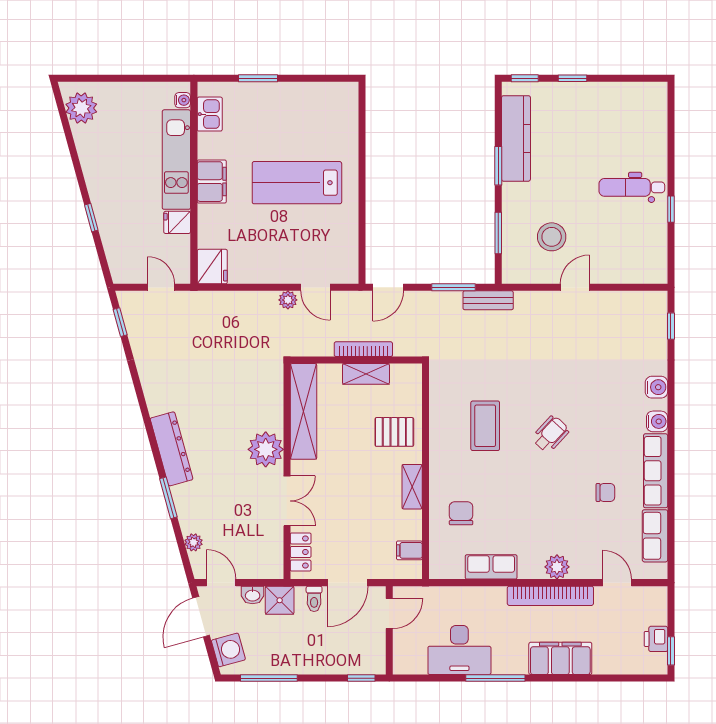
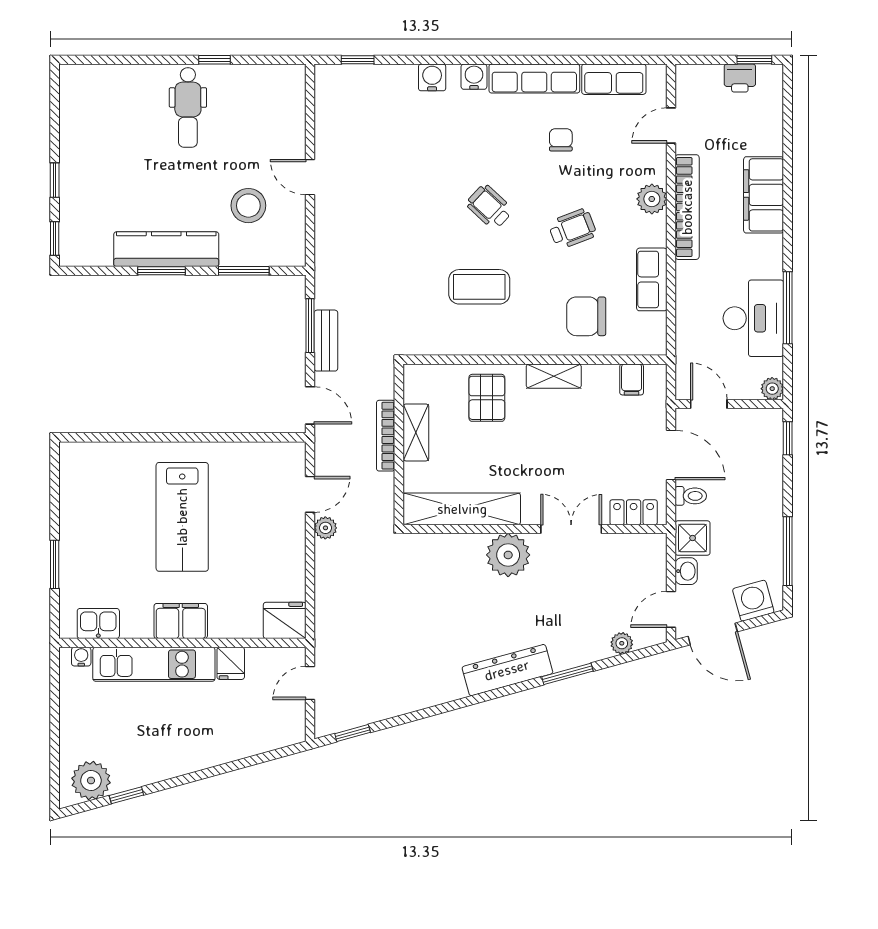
kitchen counter: (516, 138) -> (166, 249), moved
window: (91, 218) -> (126, 795), moved
bench: (488, 300) -> (326, 341), moved
wheelchair: (533, 502) -> (572, 229), added
chair: (461, 513) -> (586, 316), width x1.37, depth x1.37
plant: (402, 665) -> (772, 389), added
window: (495, 678) -> (788, 308), moved

